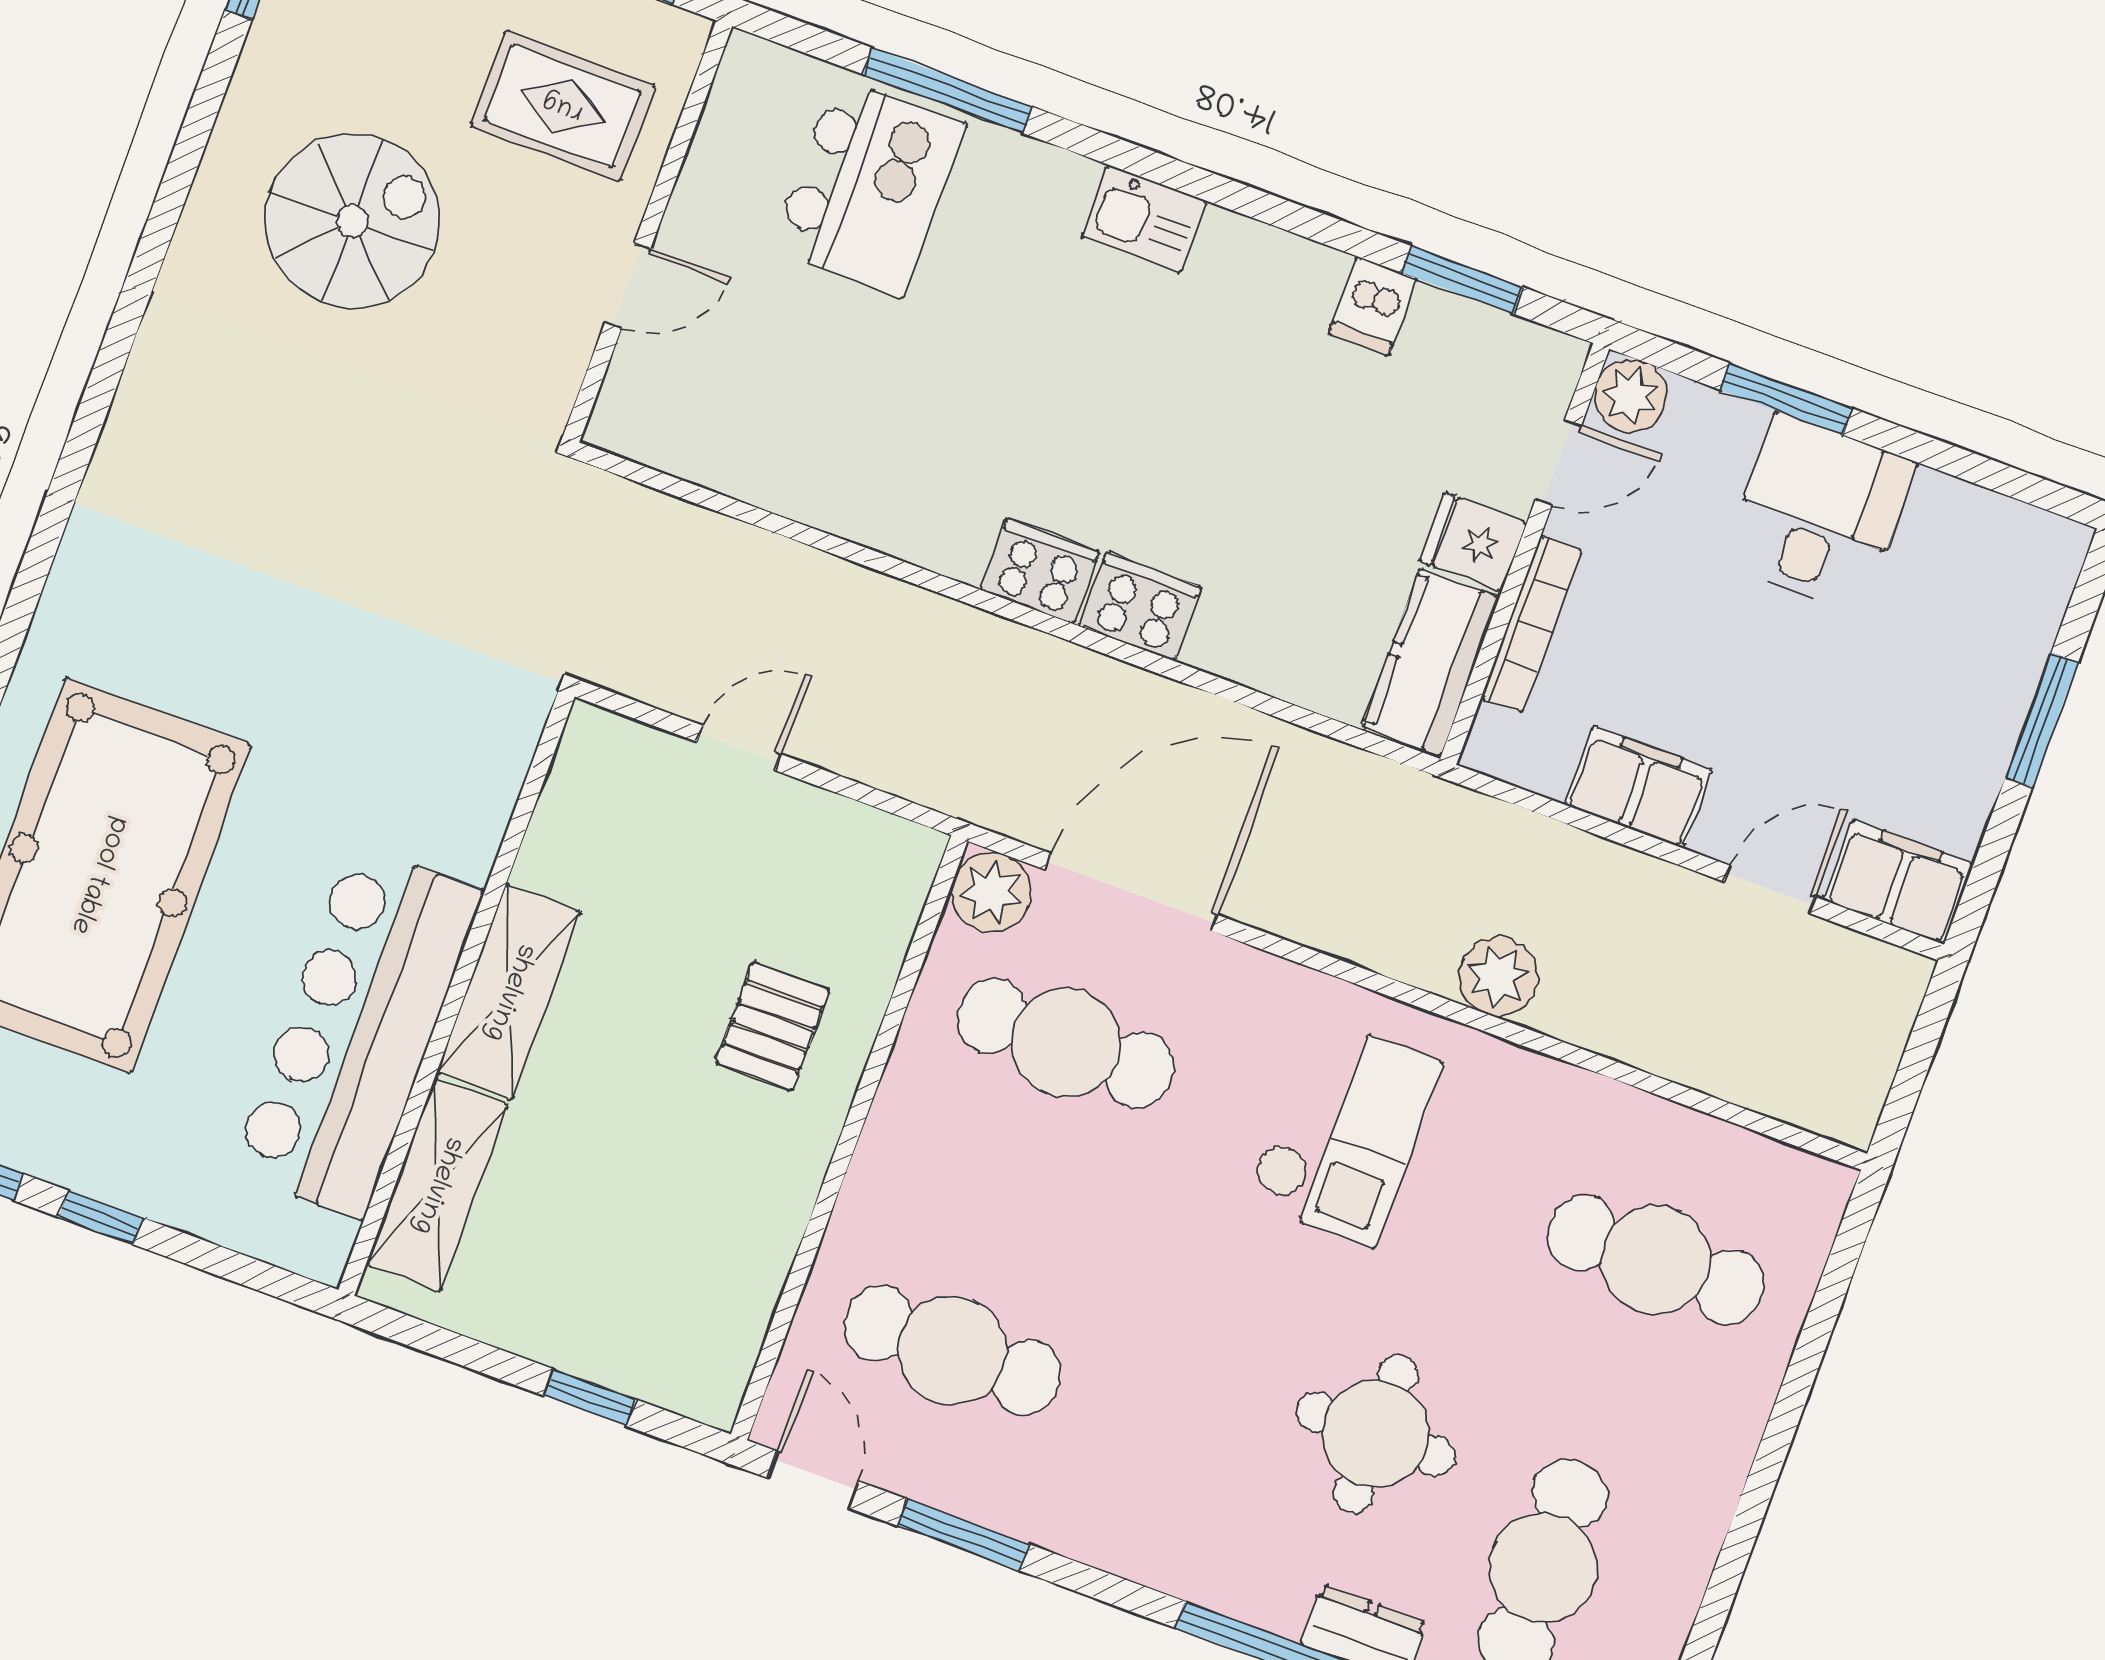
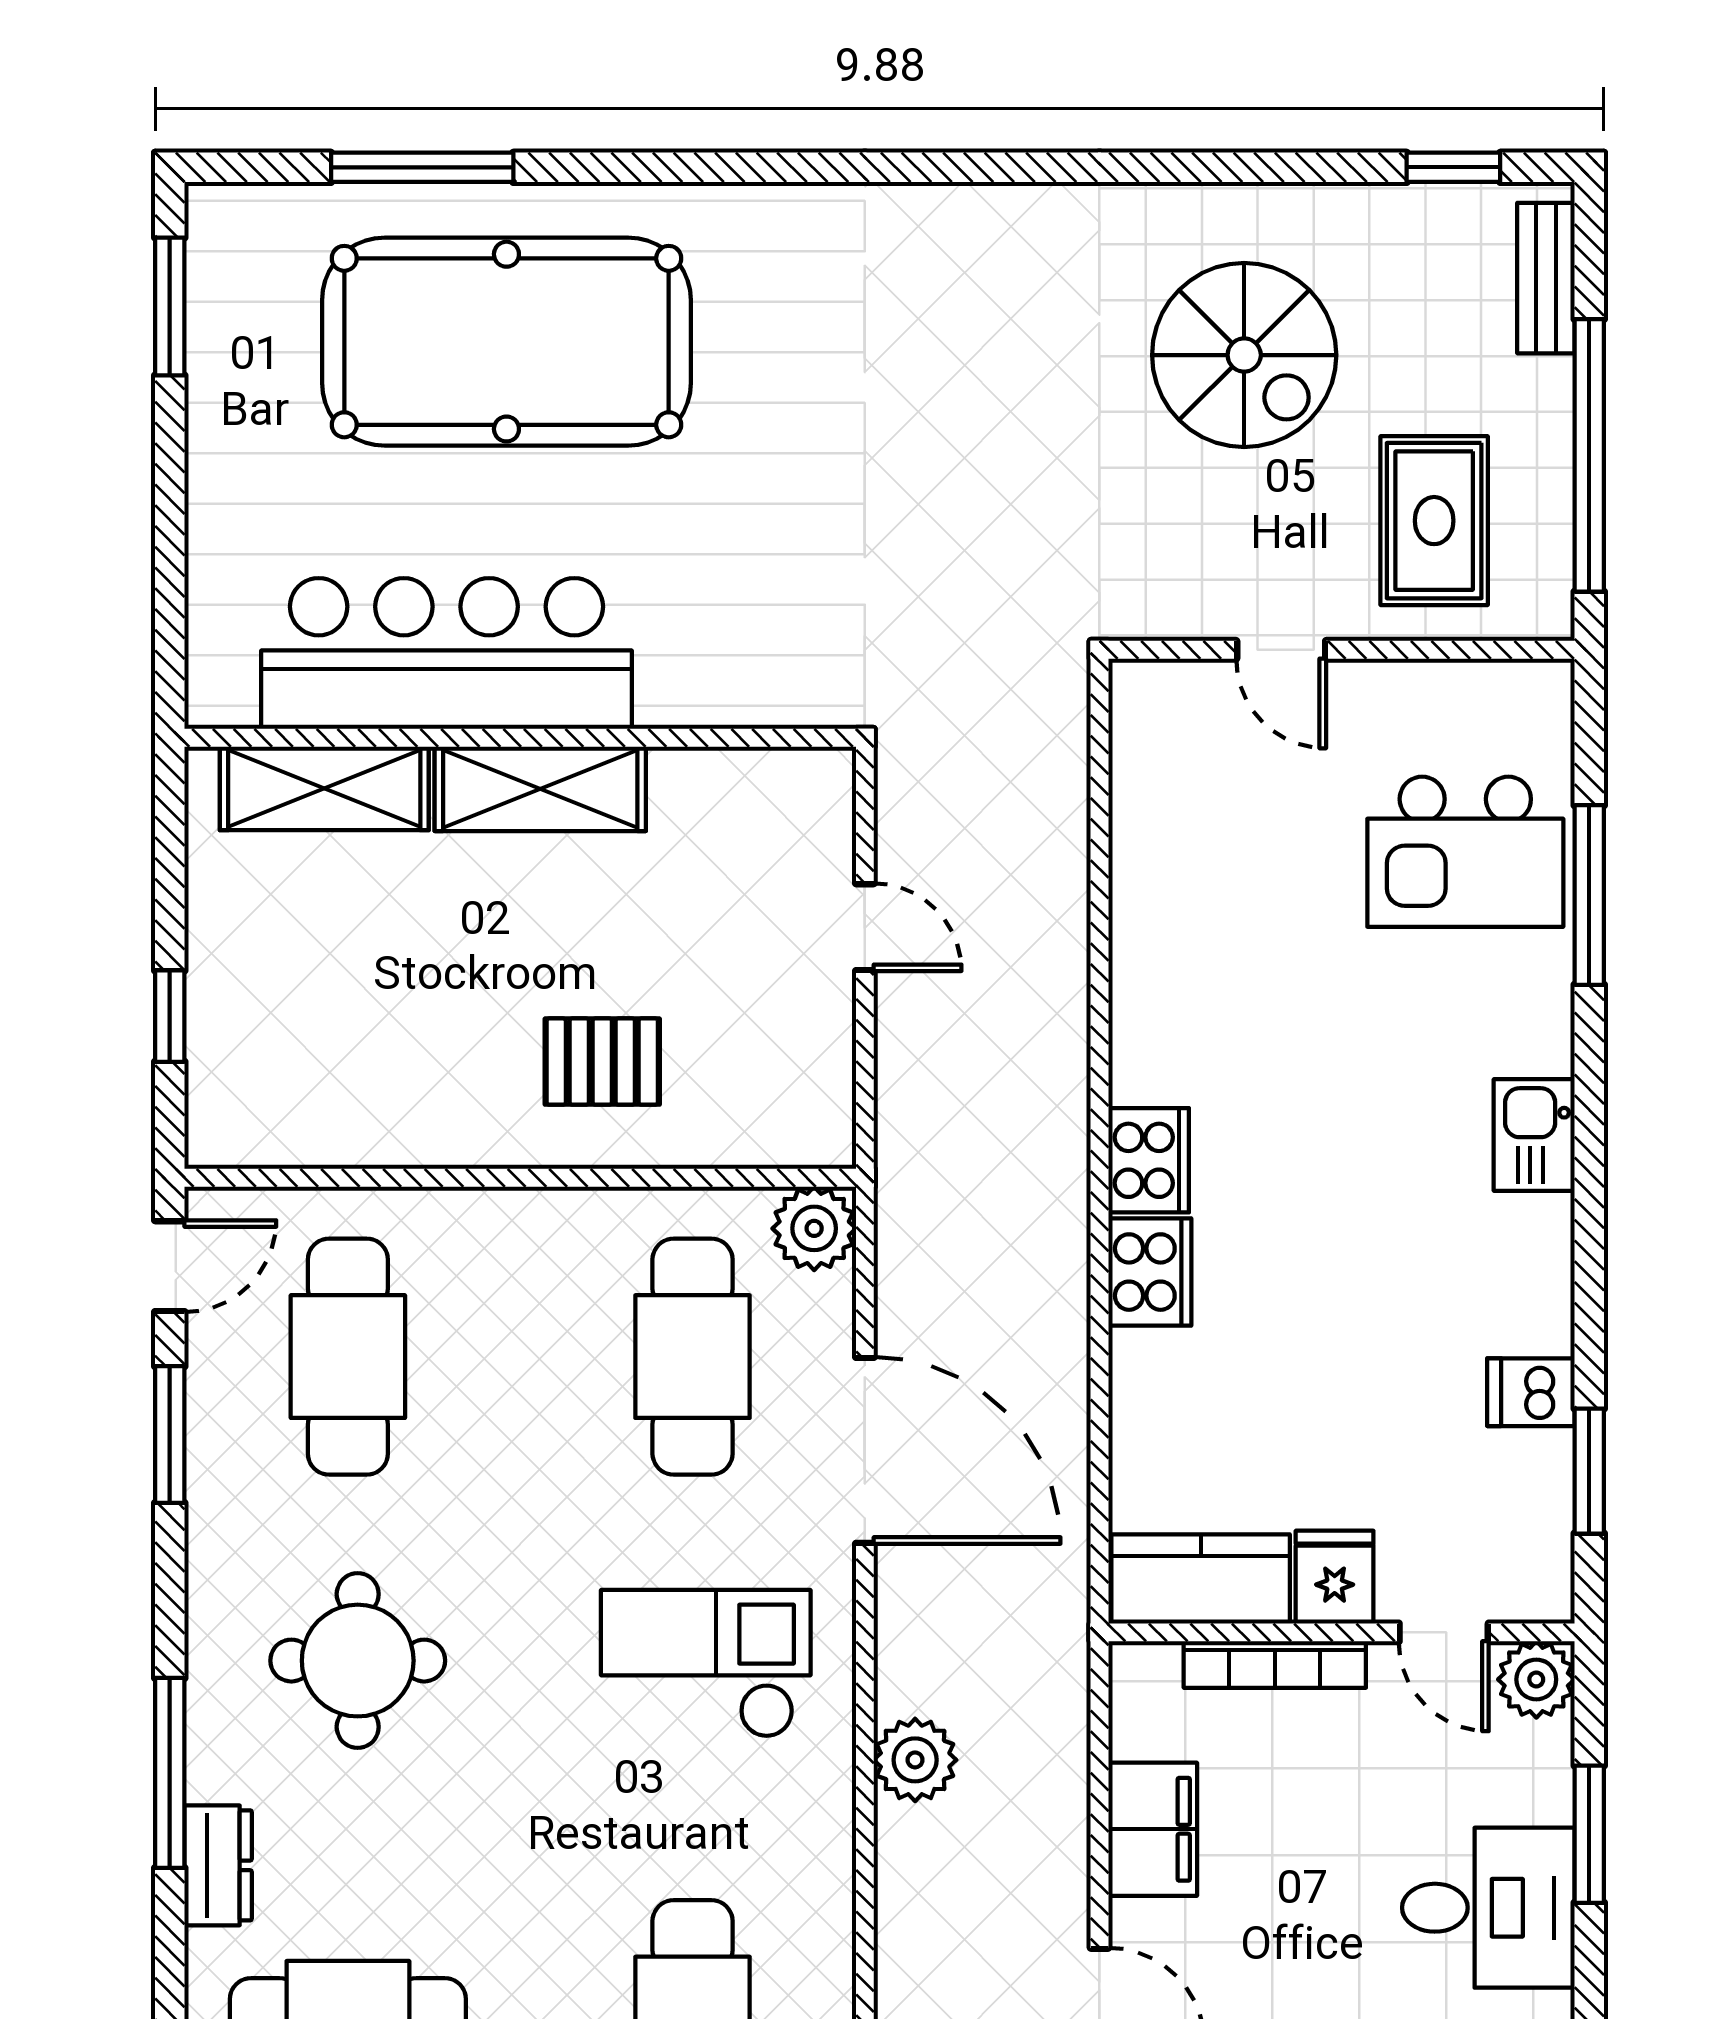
door: (1131, 892) -> (865, 1450), moved
checkout: (1344, 1132) -> (706, 1664), turned 180
window: (101, 1218) -> (170, 469), removed
round table: (1376, 1434) -> (358, 1661), moved

